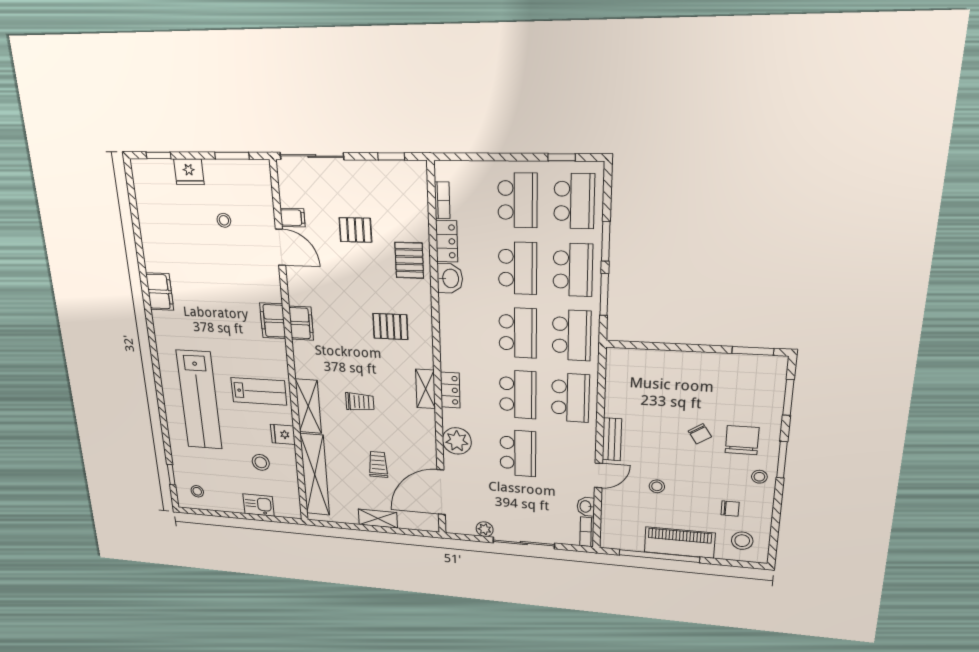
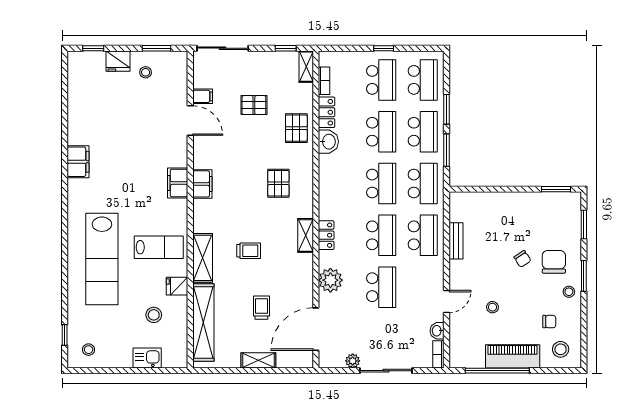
window: (562, 157) -> (384, 48), moved
shelving: (419, 181) -> (306, 67), added
stool: (224, 220) -> (146, 72), moved
pallet: (390, 327) -> (278, 183), turned 90
bench: (612, 439) -> (456, 241), moved

